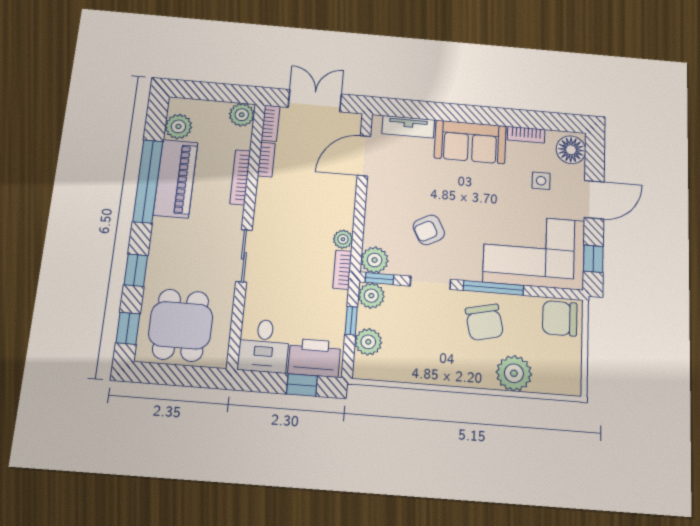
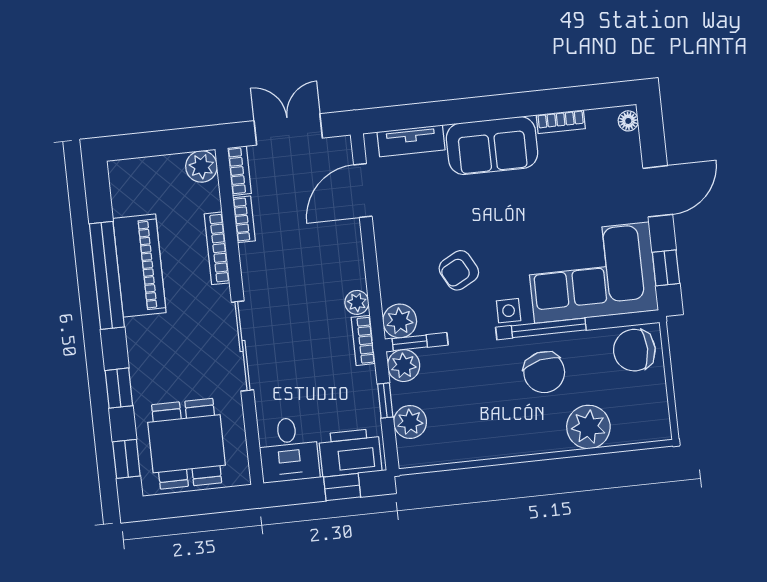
plant: (178, 126) -> (127, 198), removed
floor lamp: (571, 150) -> (628, 121), width x0.53, depth x0.53
side table: (541, 181) -> (509, 311), moved
sliding door: (244, 256) -> (242, 346), width x1.37

